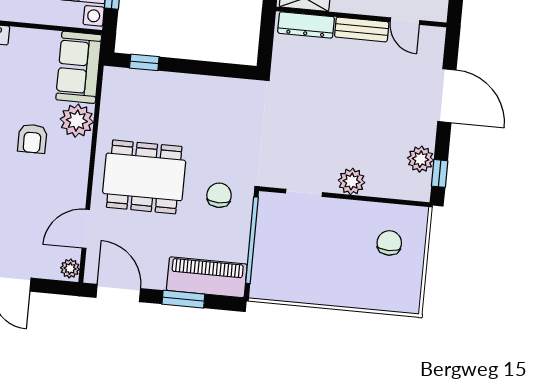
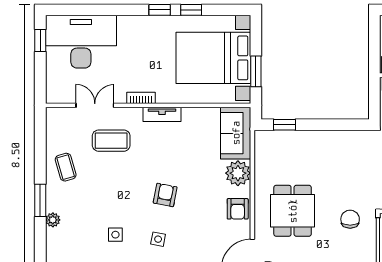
armchair: (32, 139) -> (238, 209), moved
dining table: (144, 177) -> (293, 211), width x0.73

